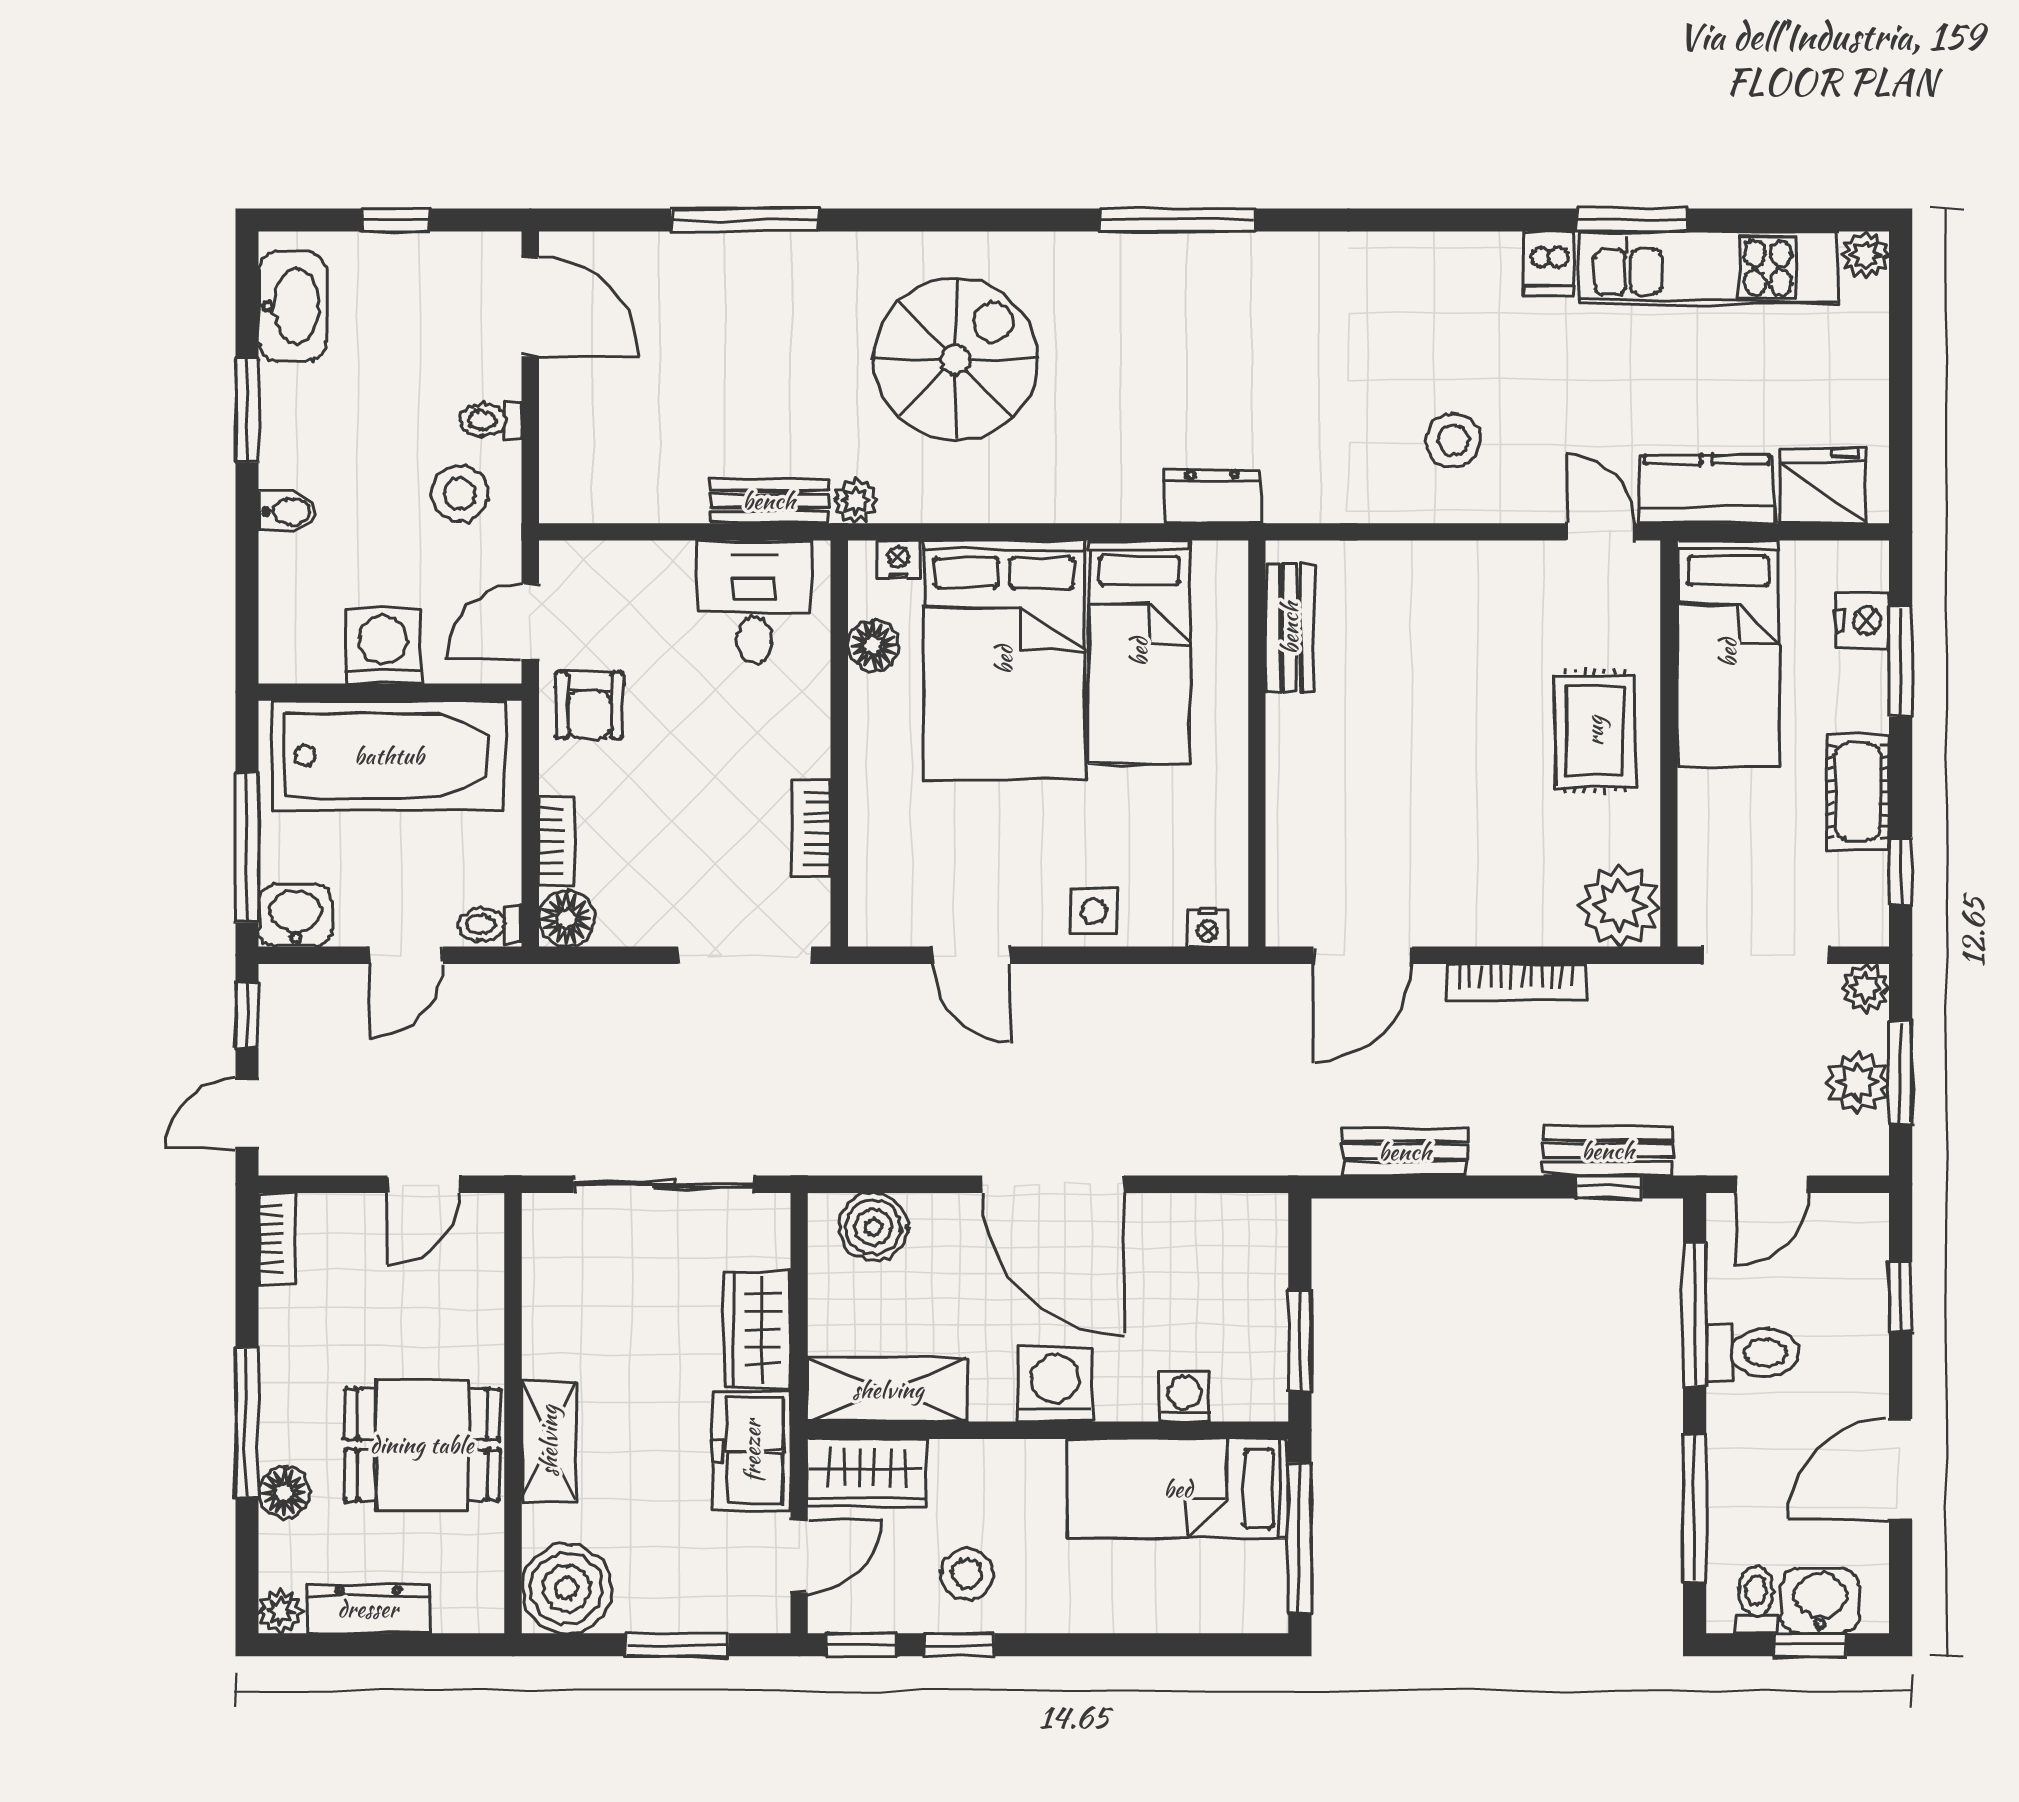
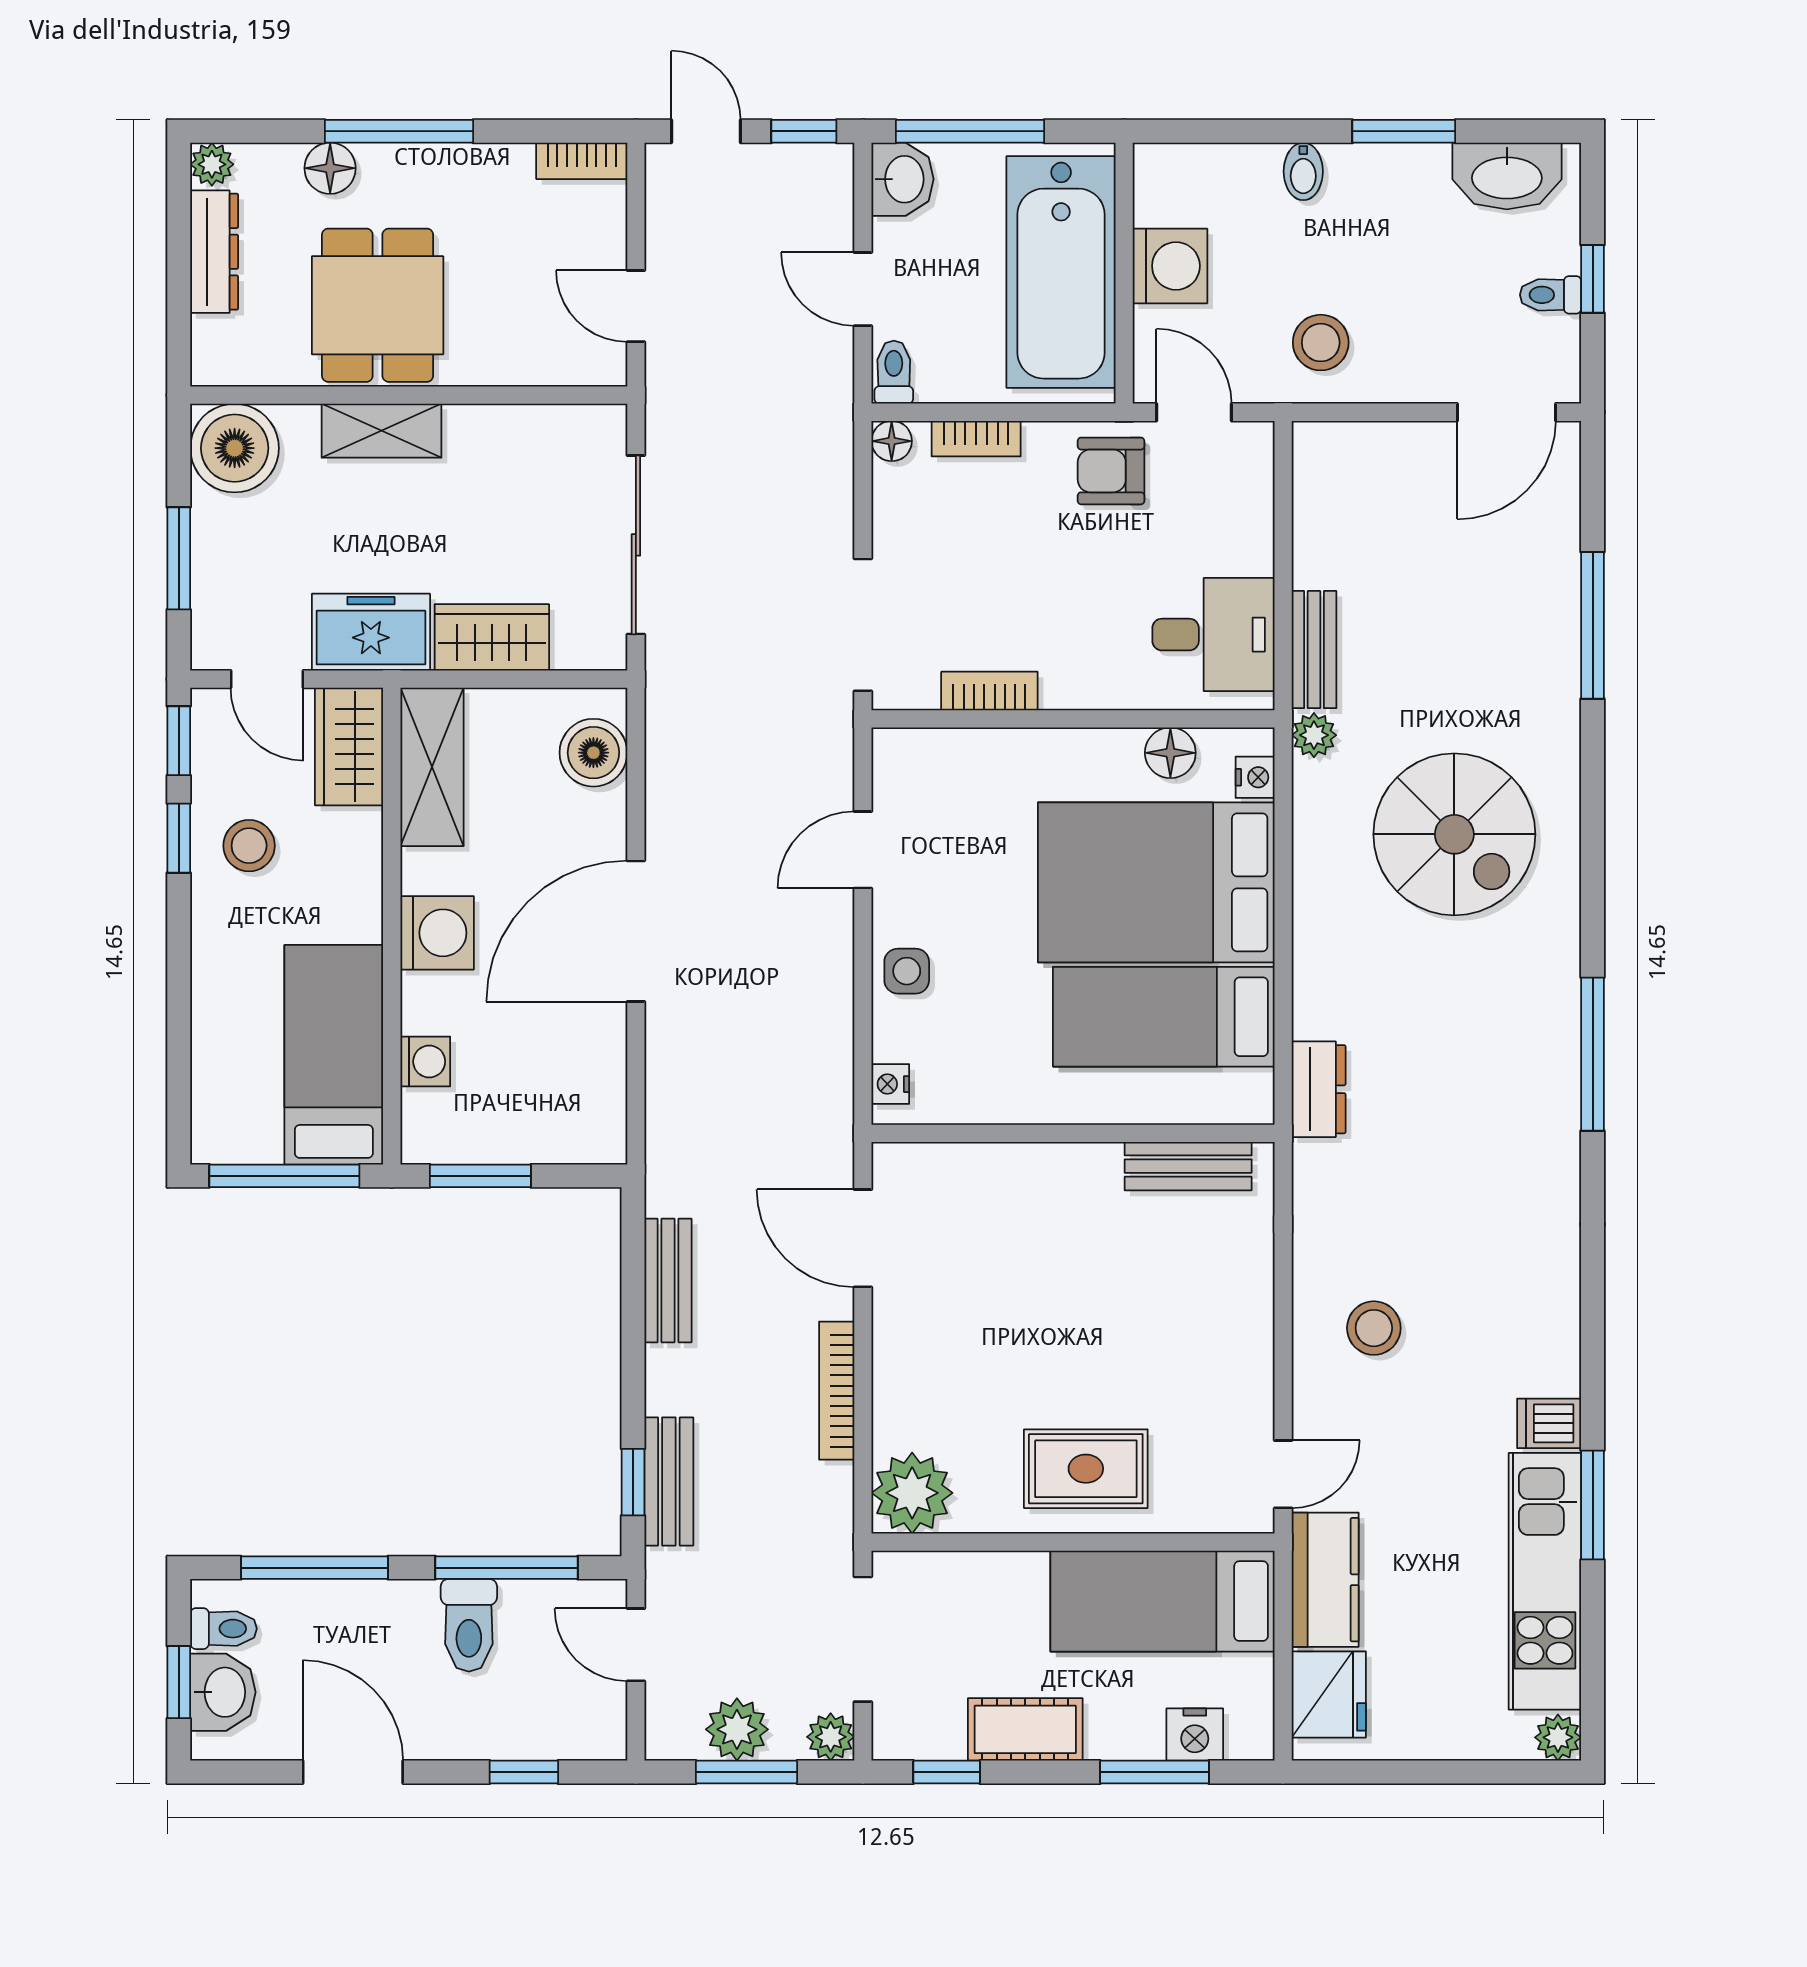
toilet: (491, 420) -> (1550, 295), moved, turned -90
floor lamp: (567, 919) -> (892, 441), width x0.73, depth x0.73

